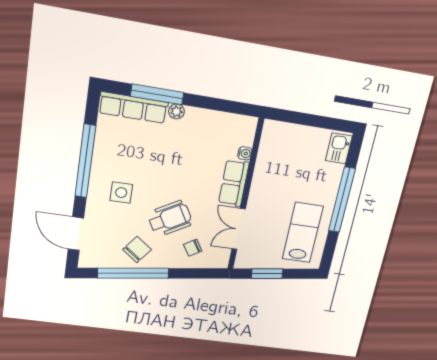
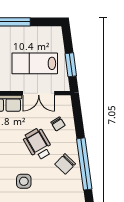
lab bench: (303, 233) -> (35, 63), moved
chair: (137, 250) -> (65, 164), turned -83

